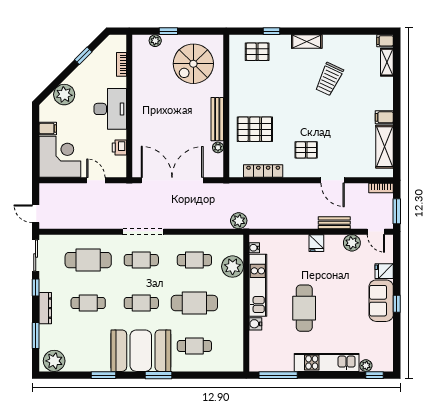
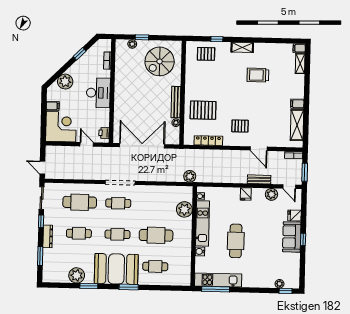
trolley: (329, 79) -> (258, 75), turned 65
printer: (119, 147) -> (104, 133), moved
cafe table: (194, 260) -> (157, 204), removed
plant: (54, 361) -> (77, 275), moved
kitchen unit: (327, 362) -> (218, 280), moved

